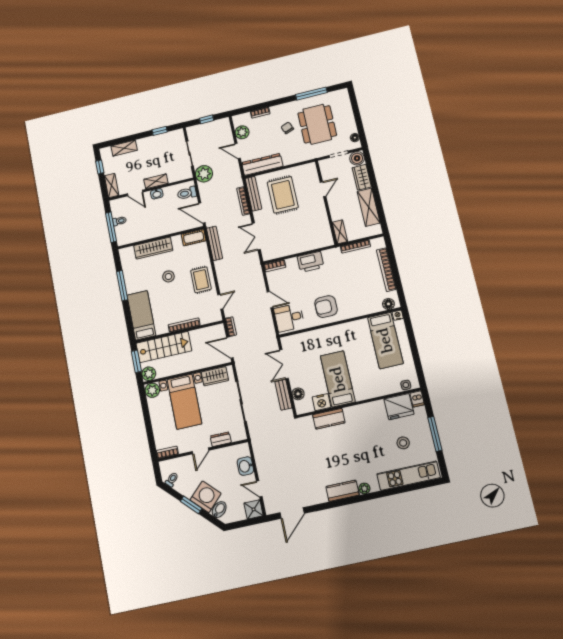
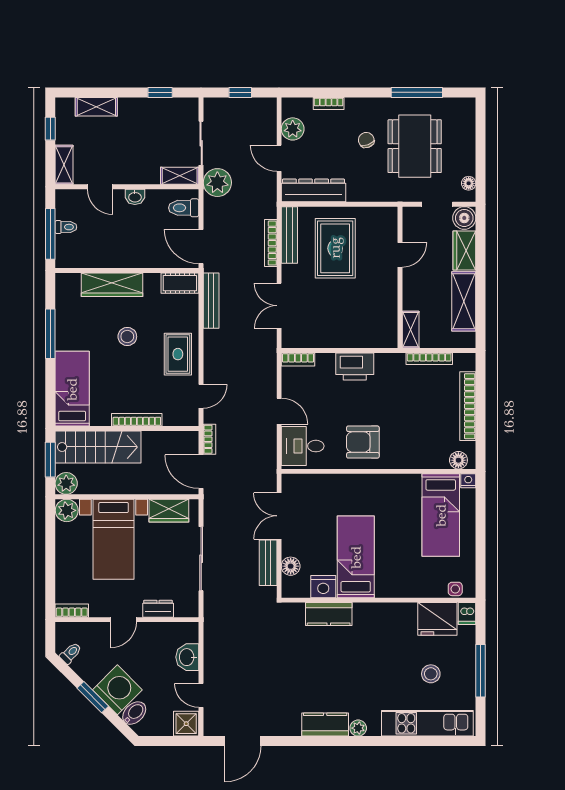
shelving: (156, 181) -> (180, 176), moved

